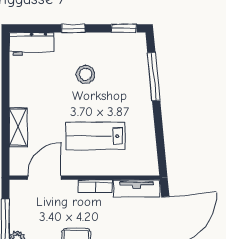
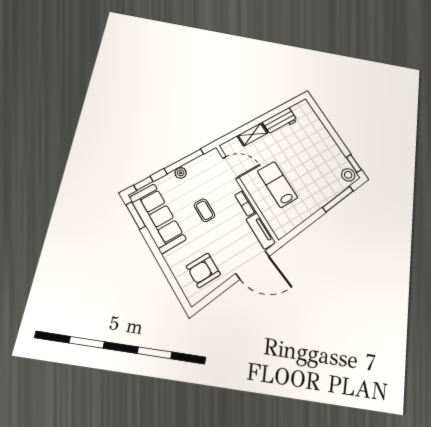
window: (73, 28) -> (333, 133), removed
workbench: (32, 44) -> (280, 121), moved, turned -90
stool: (86, 74) -> (348, 175), moved

